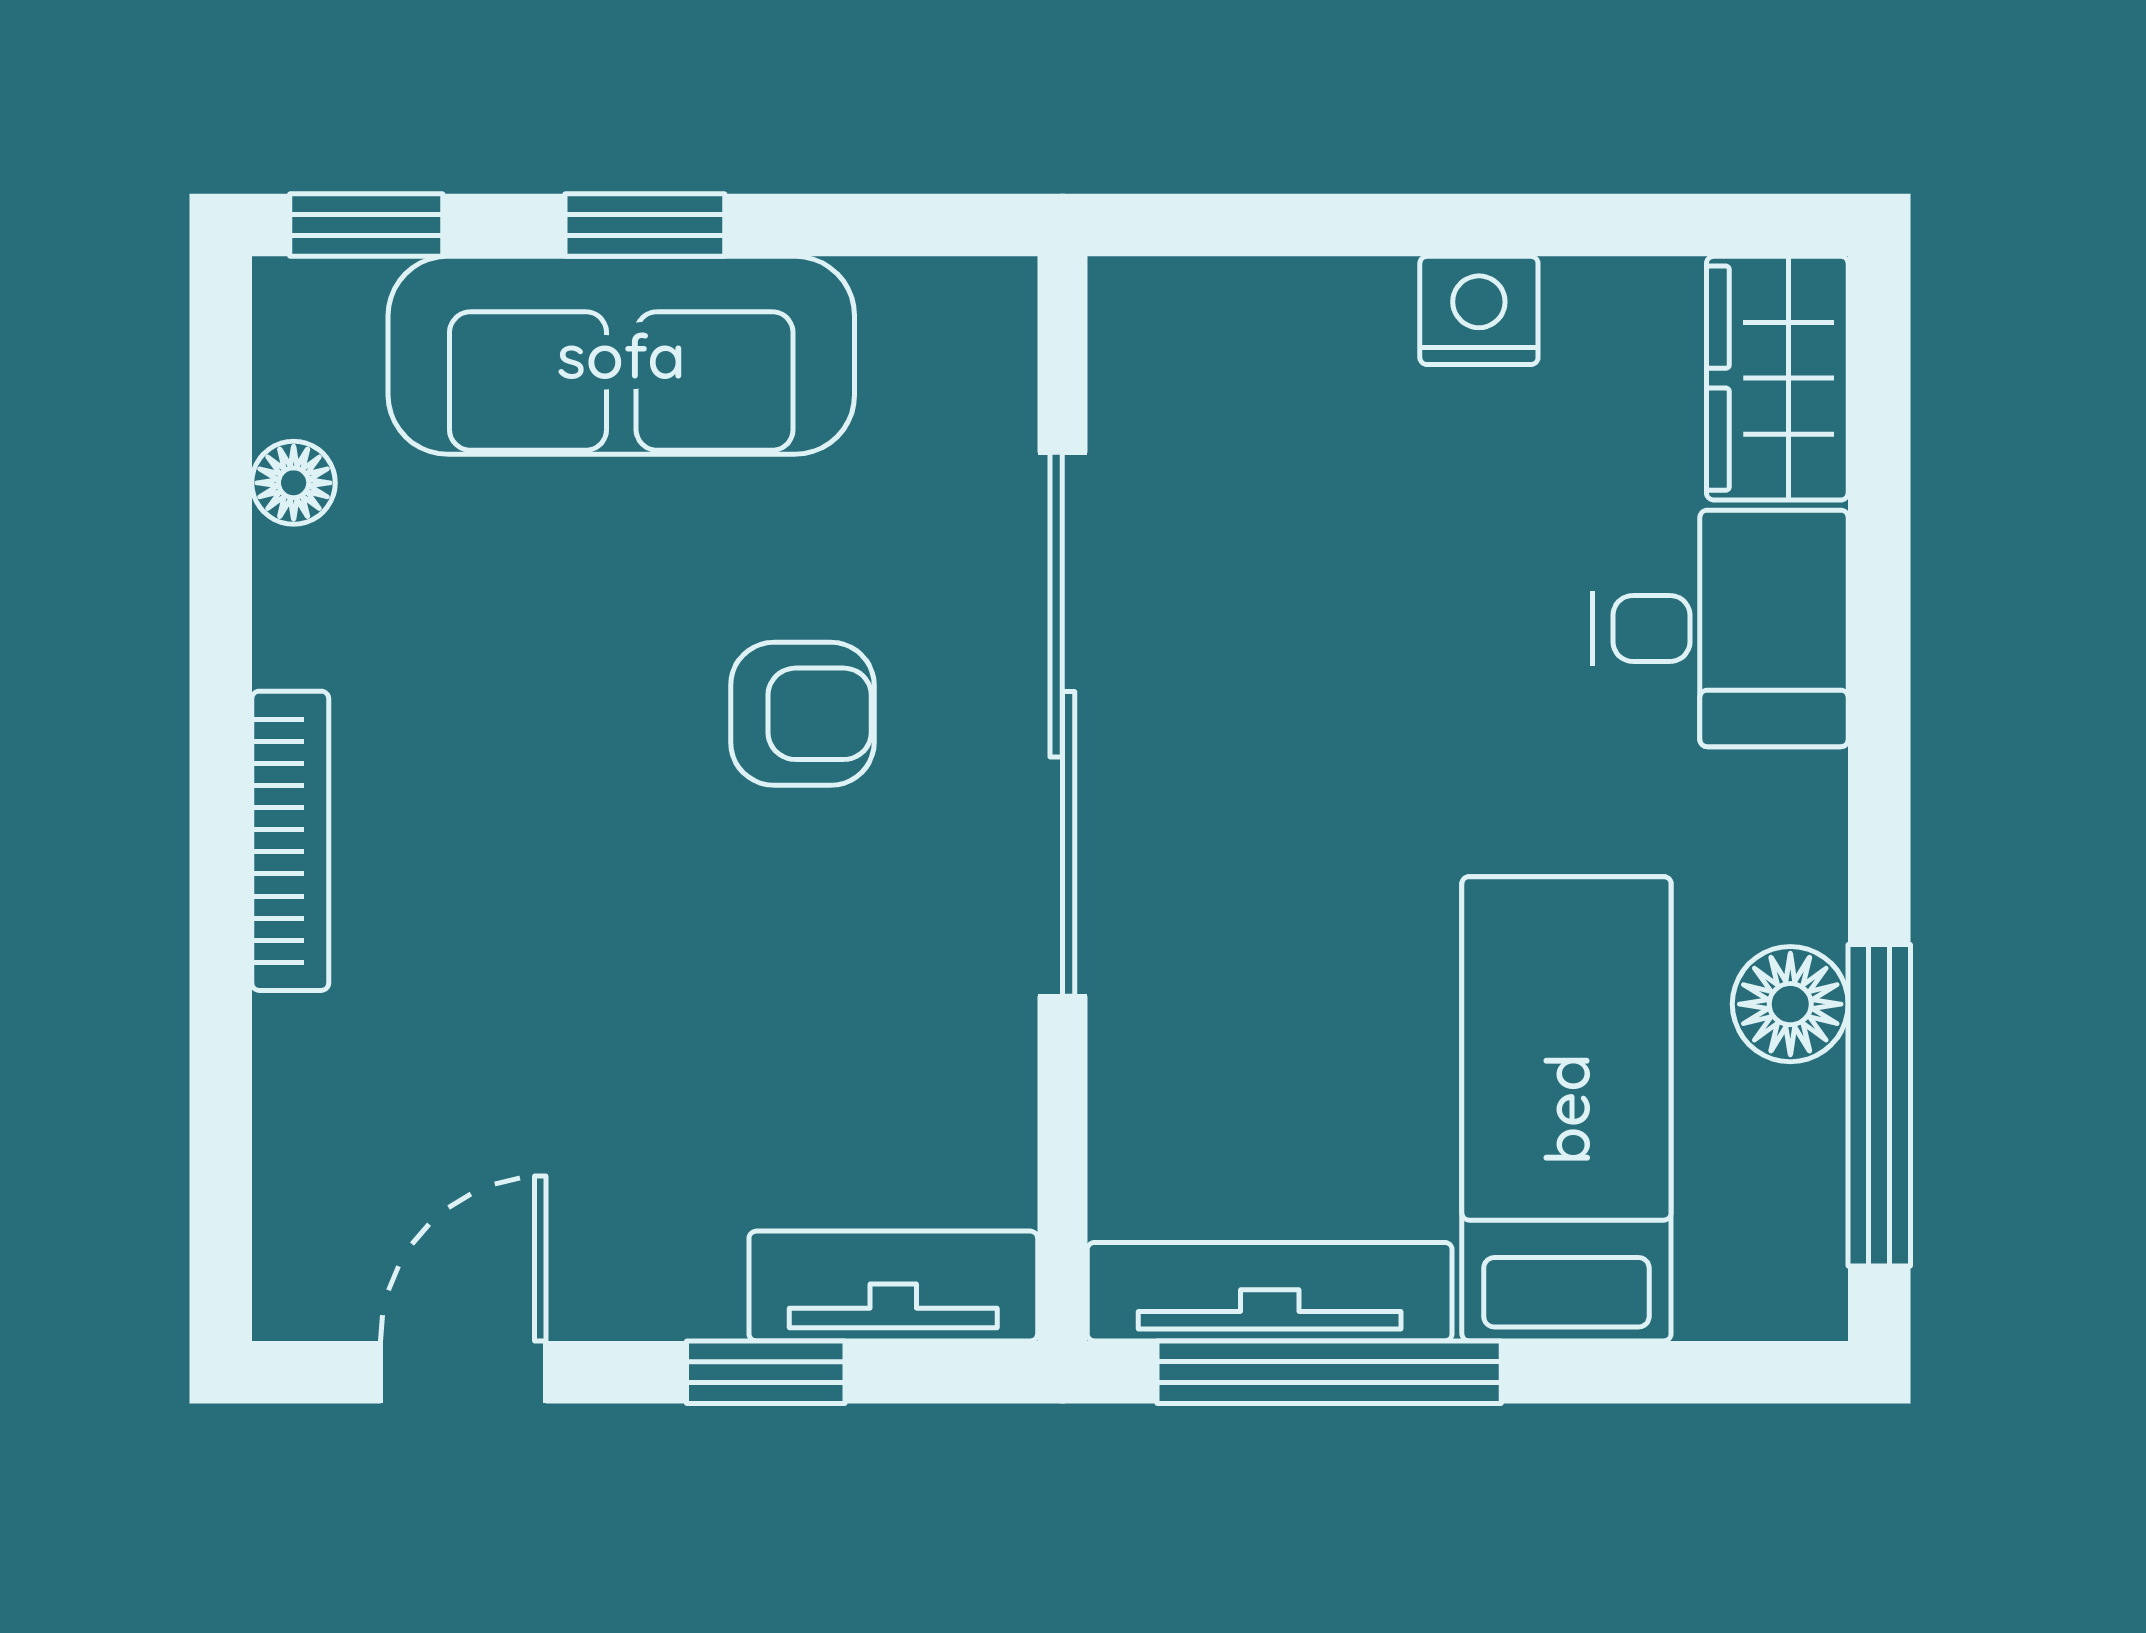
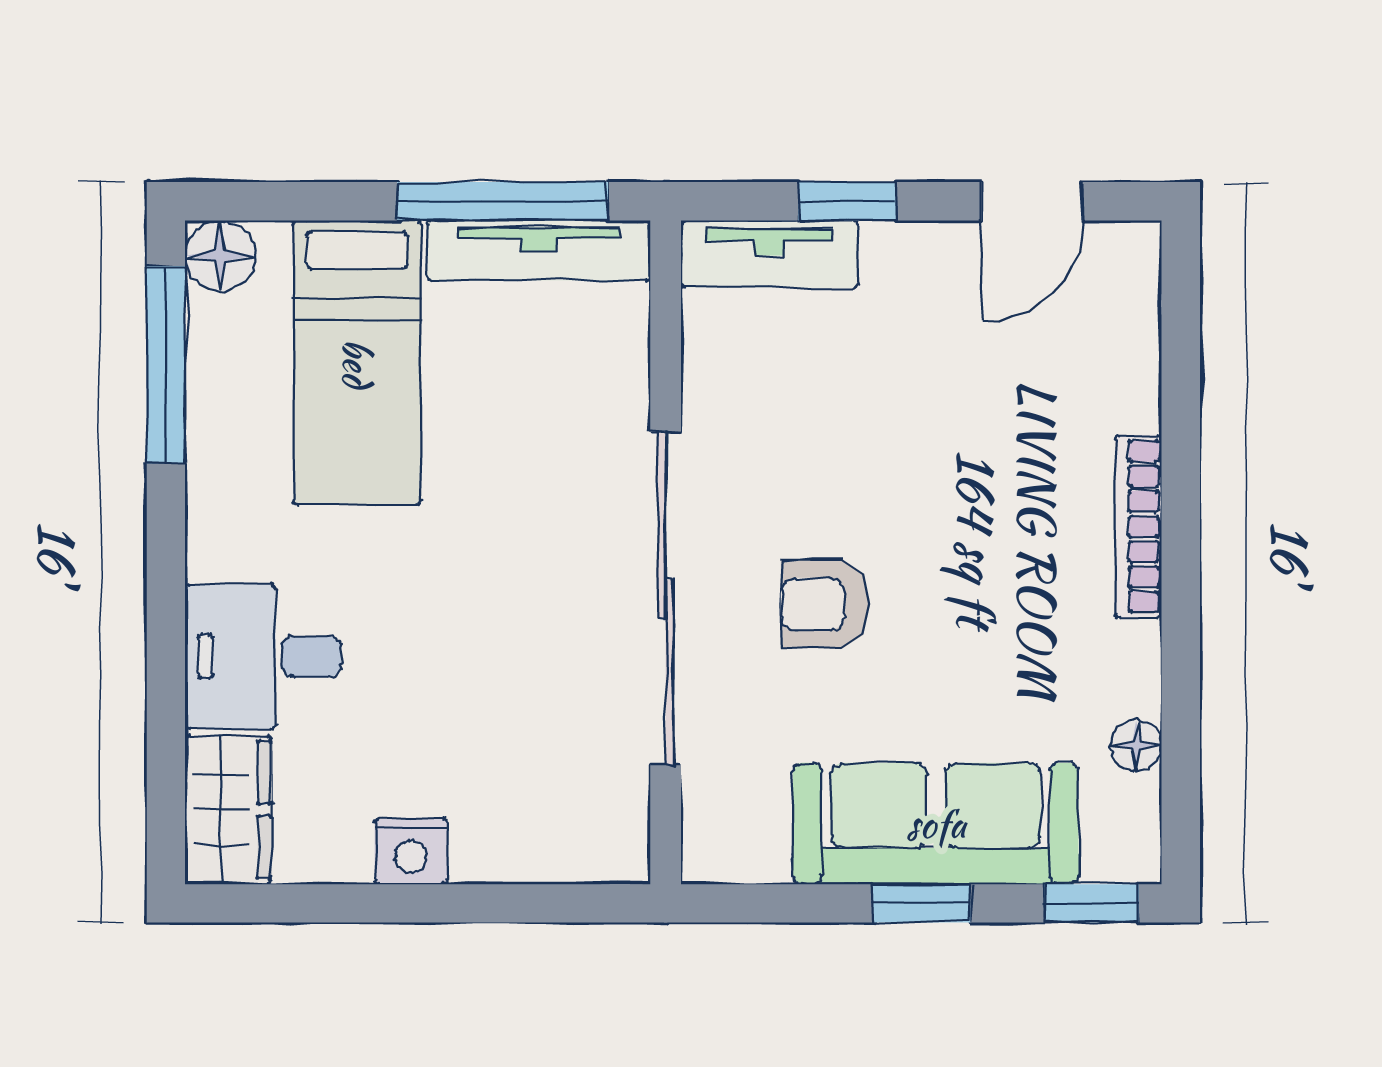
floor lamp: (1790, 1004) -> (220, 256), moved

